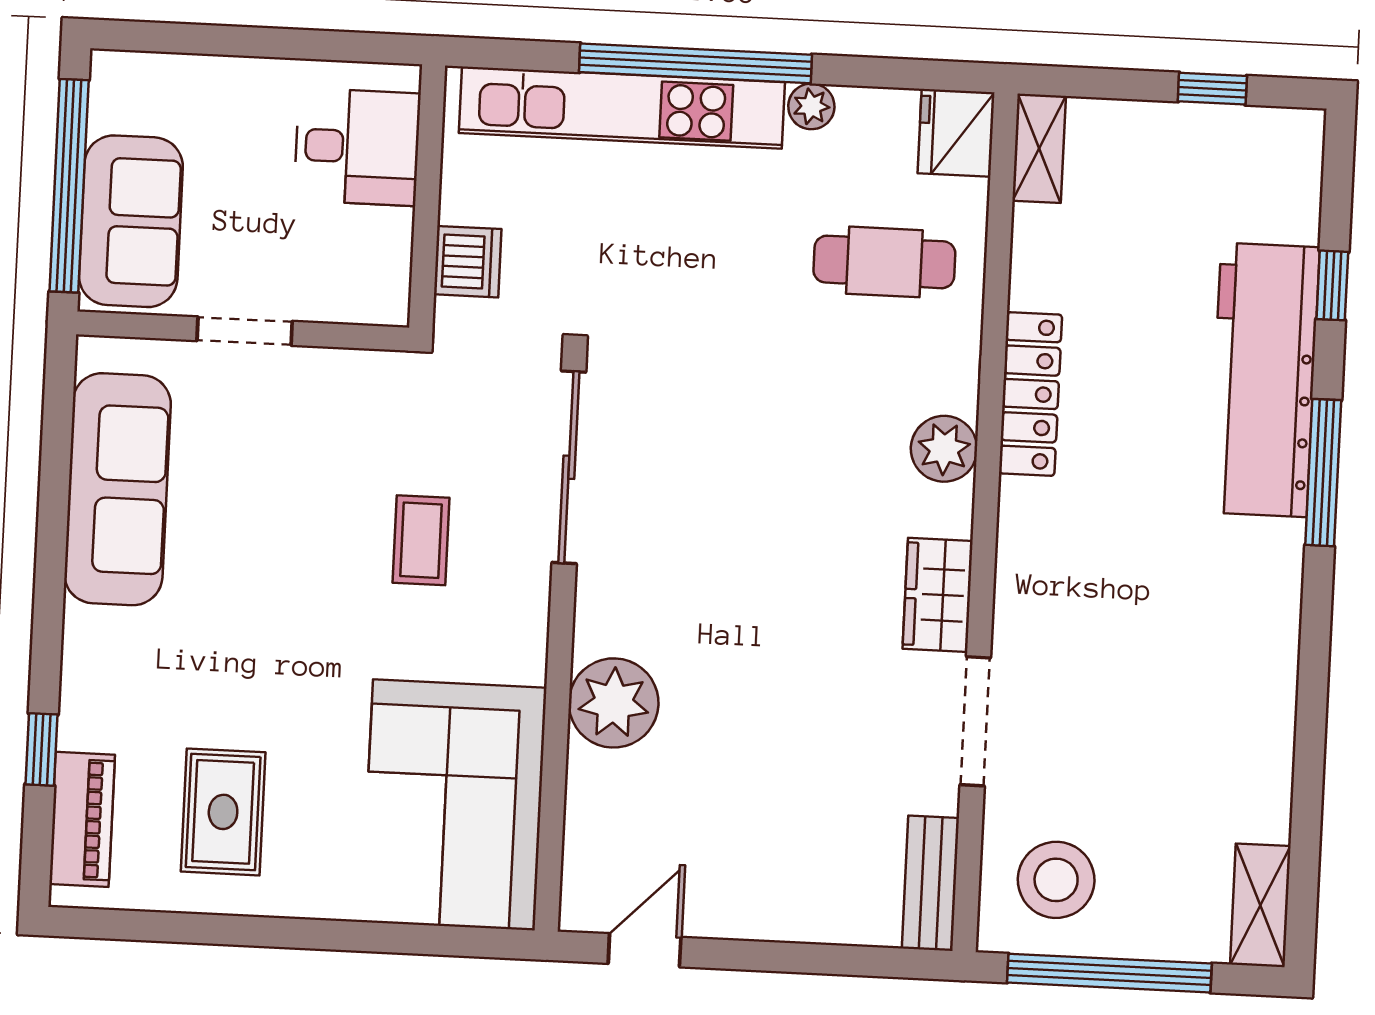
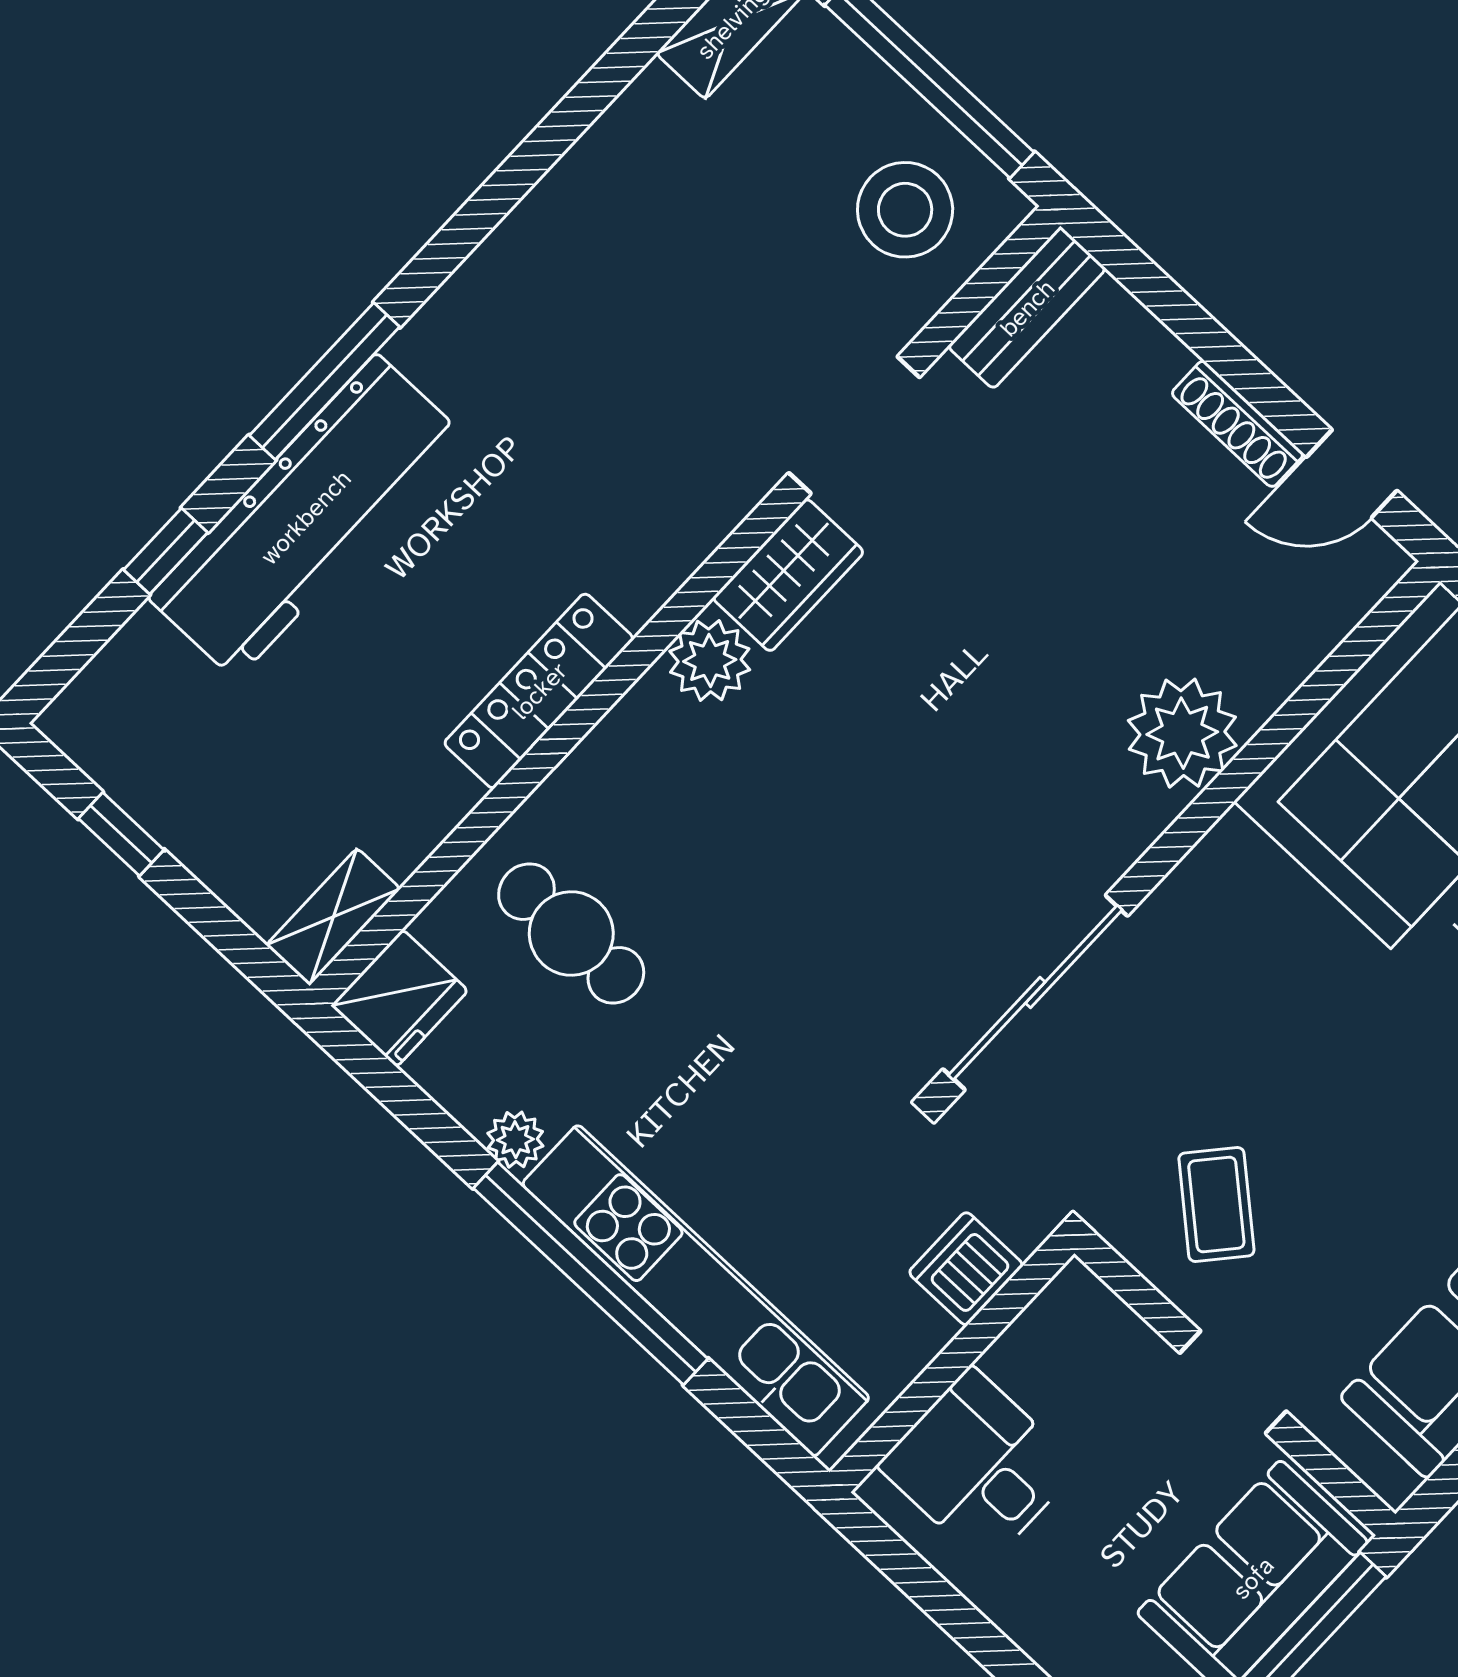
plant: (944, 449) -> (710, 660), moved
coffee table: (421, 540) -> (1216, 1205), moved, turned -49
shoe rack: (741, 922) -> (1237, 424), added

